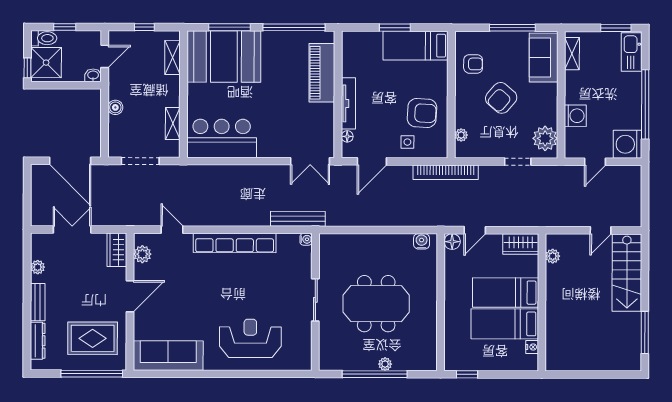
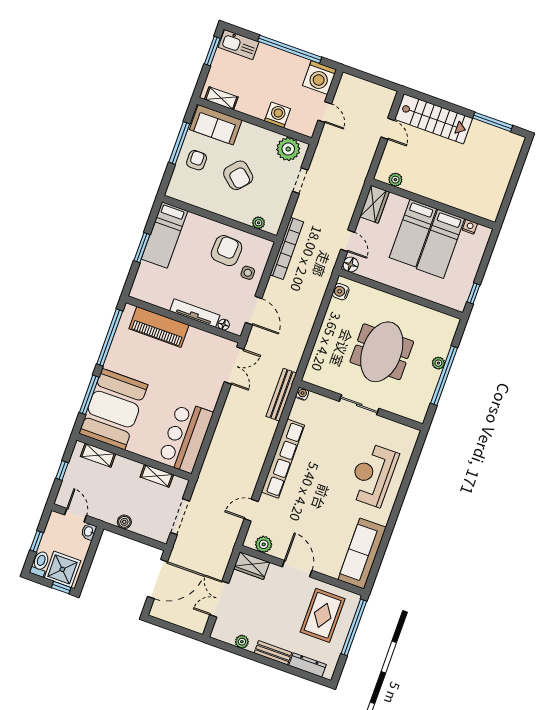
armchair: (473, 64) -> (197, 160), moved

